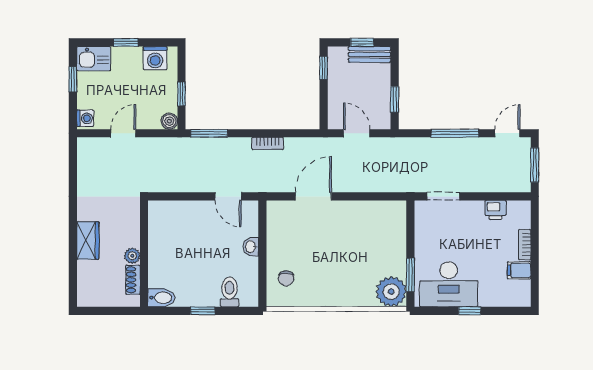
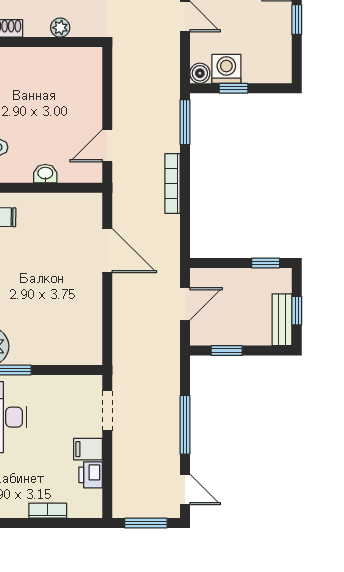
washing machine: (155, 58) -> (226, 69), moved, turned 90
bookcase: (268, 143) -> (172, 183), width x1.56
plant: (132, 256) -> (60, 28), moved
filing cabinet: (519, 270) -> (88, 449), moved, turned -90

